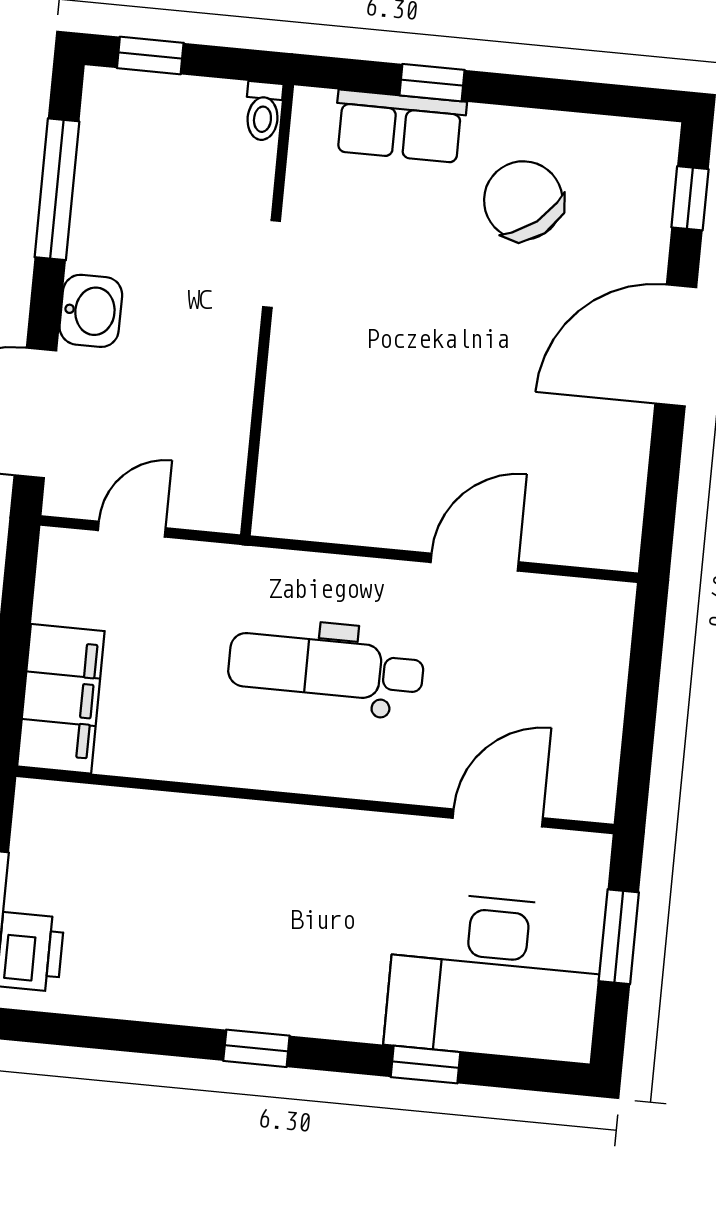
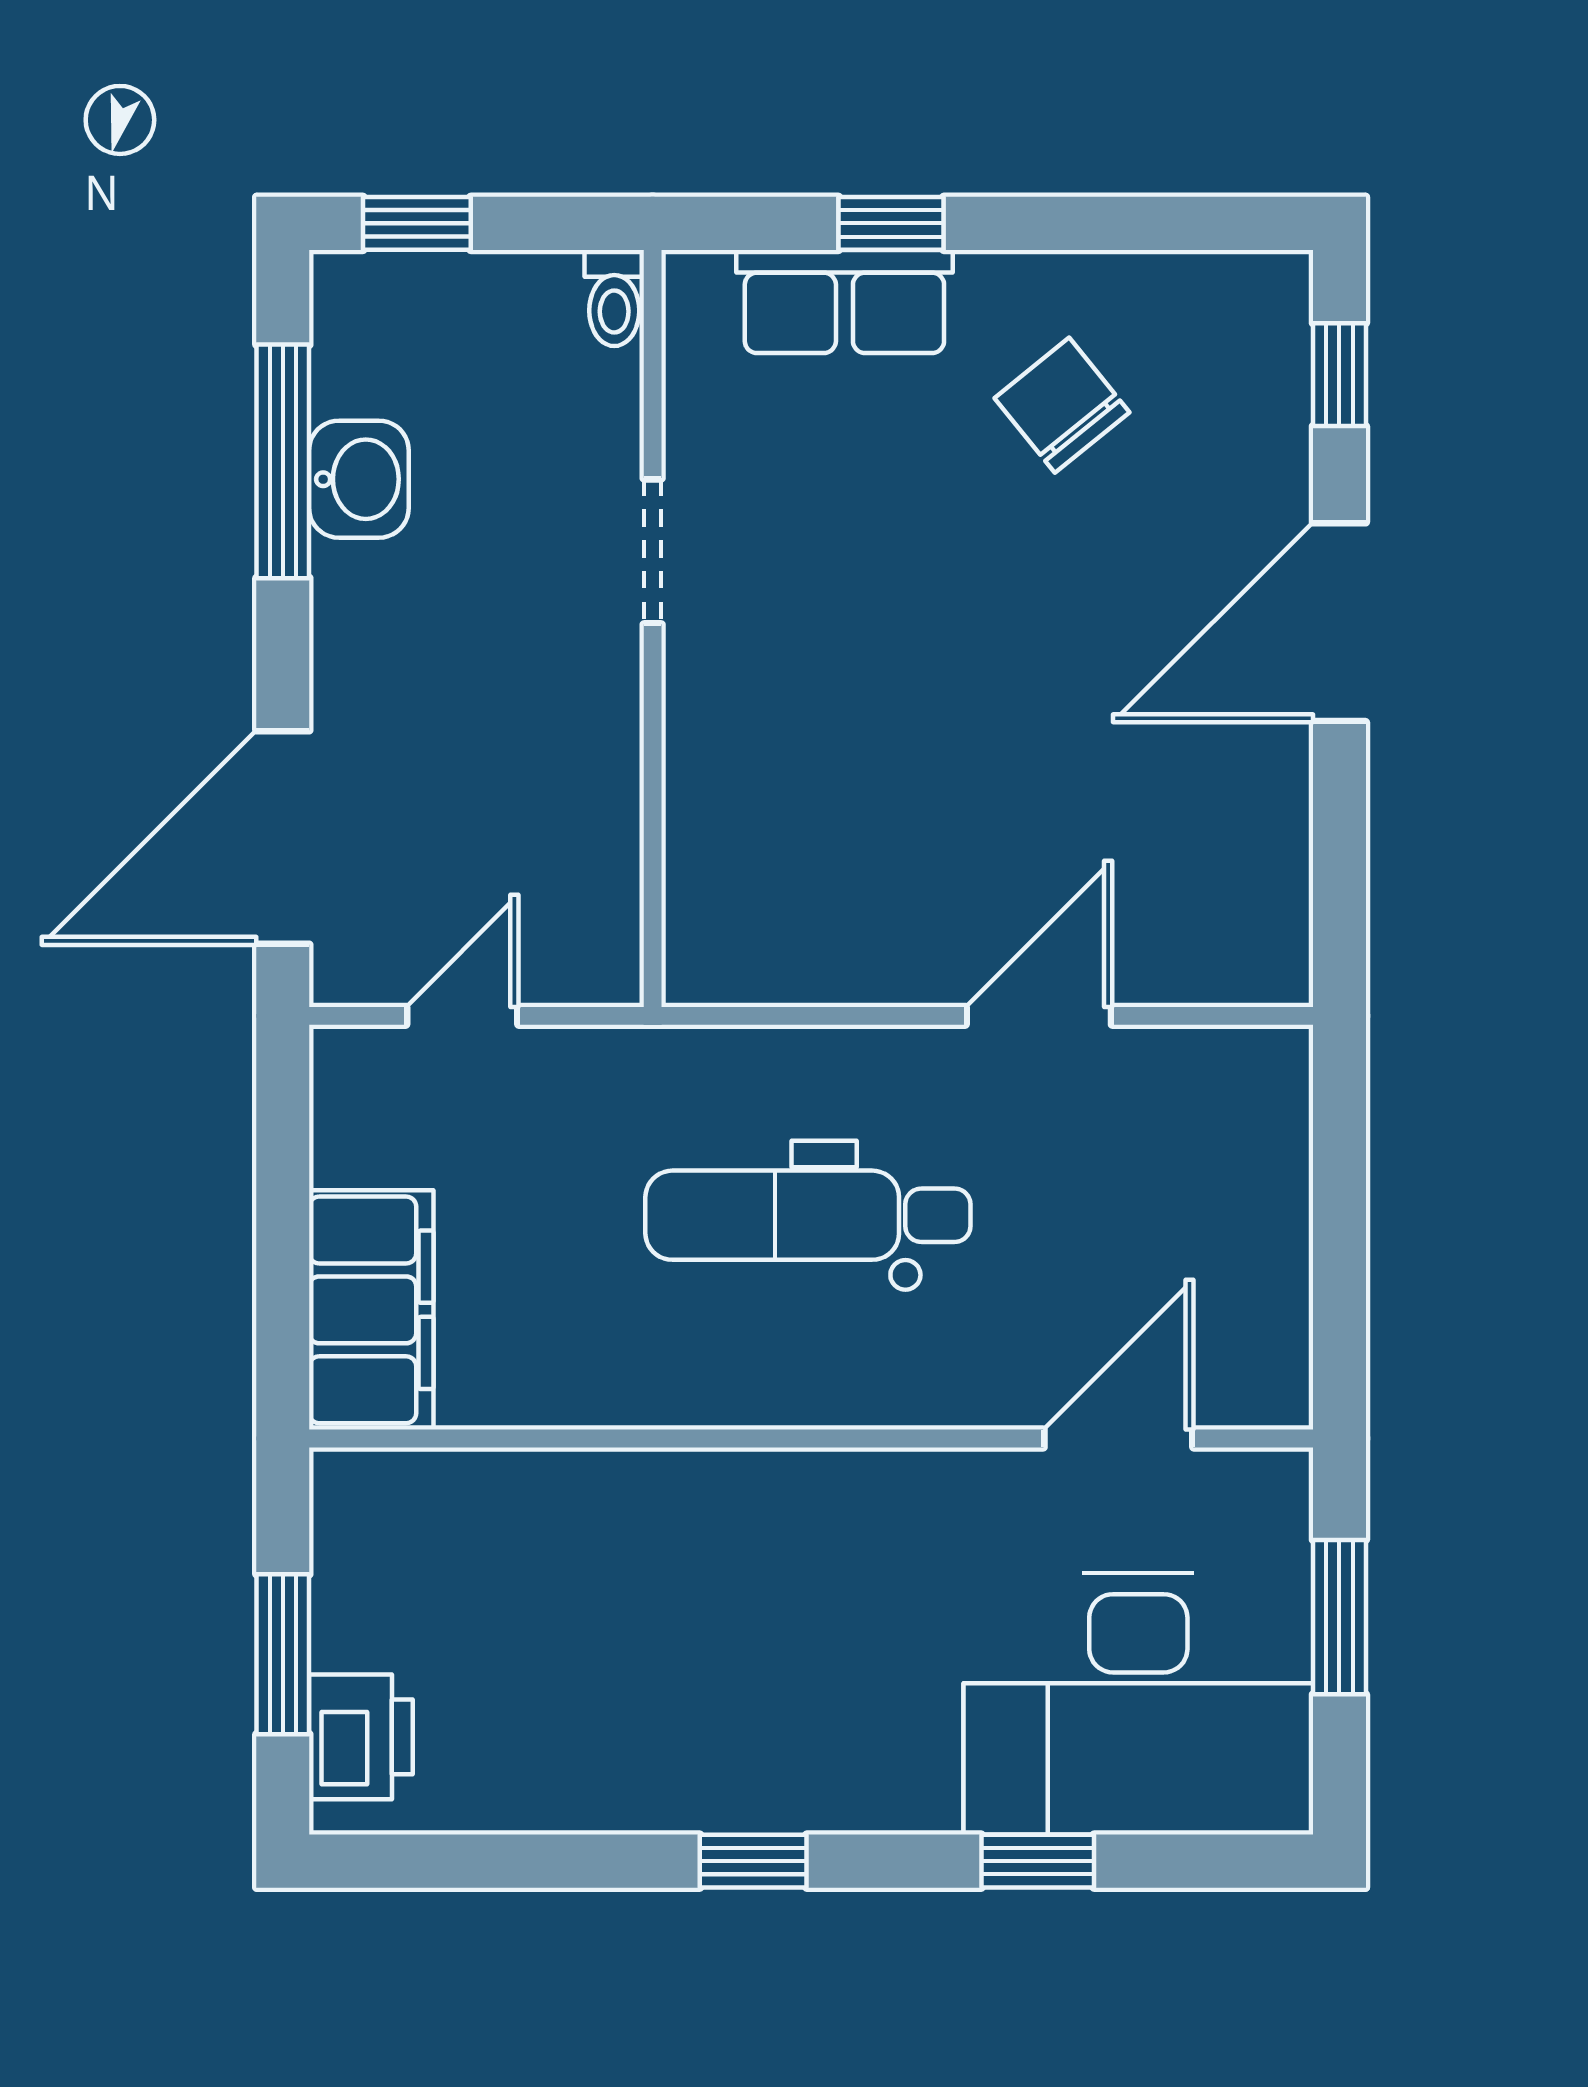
chair: (523, 200) -> (1062, 405), width x0.73, depth x0.73
washbasin: (91, 311) -> (359, 479), moved

